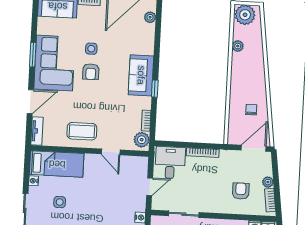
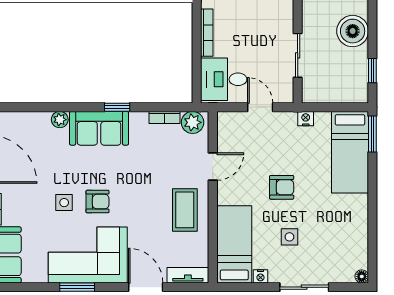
plant: (150, 17) -> (60, 120), moved
armchair: (94, 199) -> (282, 187), added

